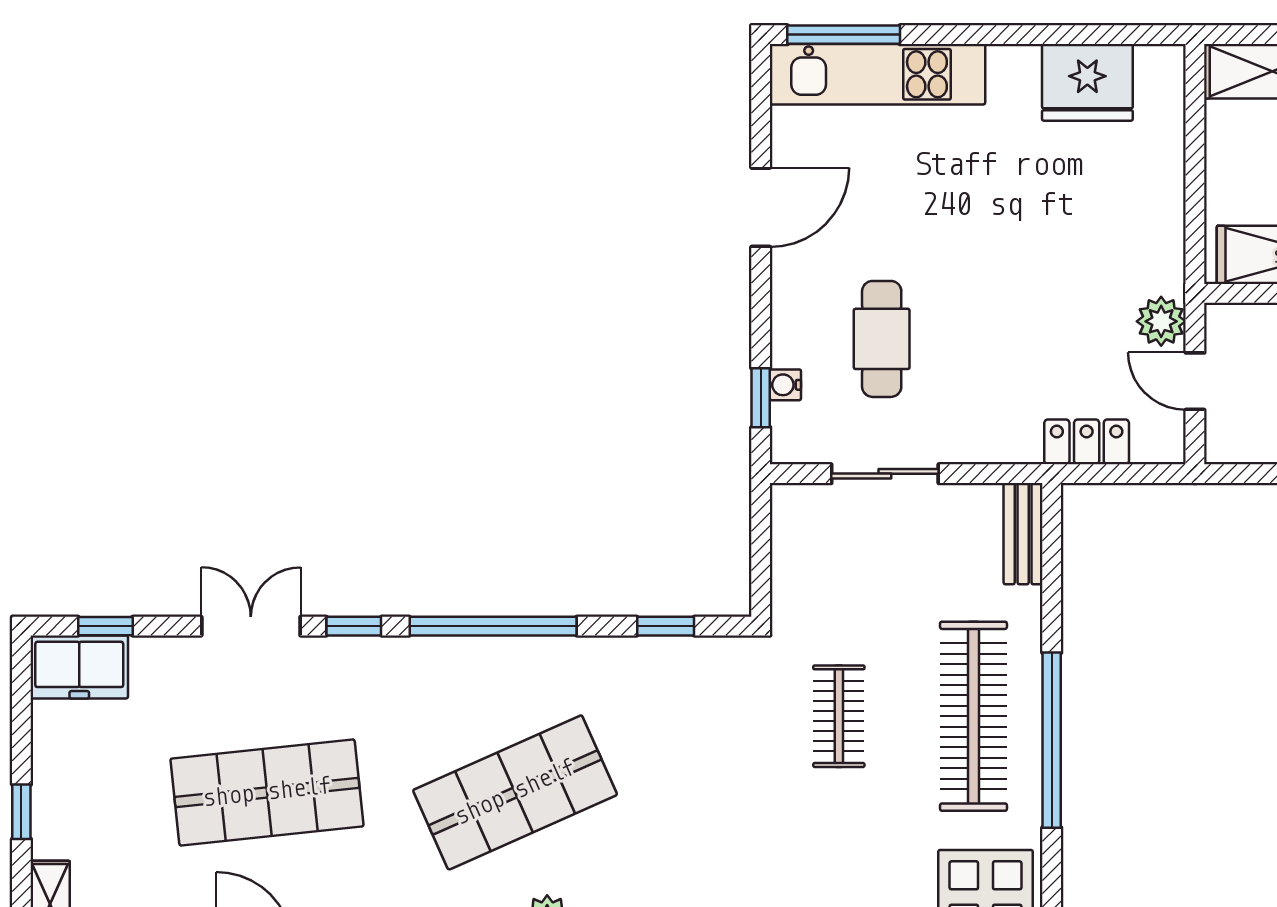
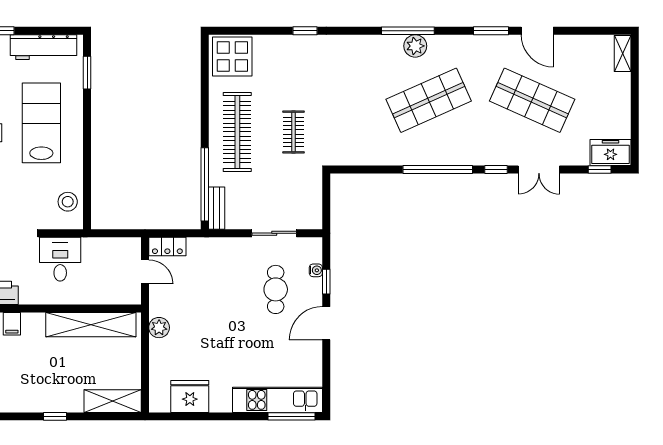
door: (761, 207) -> (326, 323), moved
plant: (1161, 321) -> (159, 328), moved
window: (761, 398) -> (326, 282), moved
locker: (1087, 442) -> (167, 246), moved
window: (666, 626) -> (366, 170), removed
window: (1052, 740) -> (205, 184), moved
shop shelf: (267, 792) -> (532, 100), turned 30
window: (21, 812) -> (635, 92), removed

